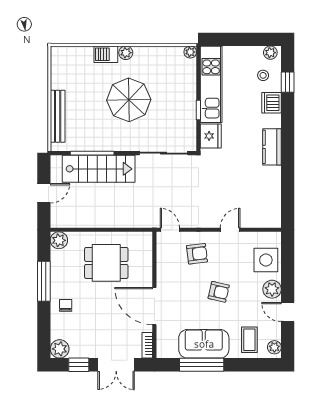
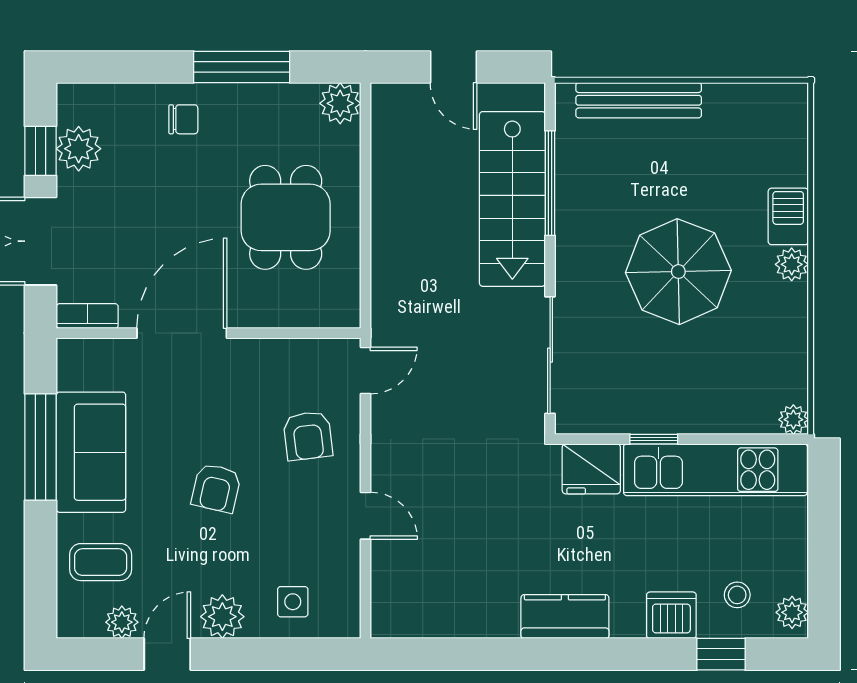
side table: (266, 260) -> (293, 602), width x0.54, depth x0.54
plant: (274, 347) -> (122, 622), moved
plant: (60, 349) -> (79, 149), moved

